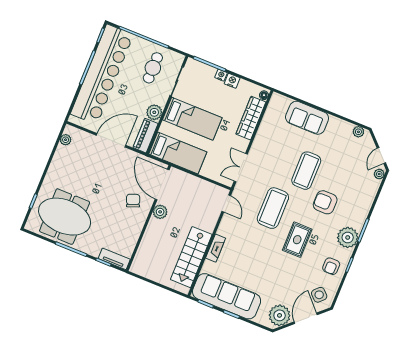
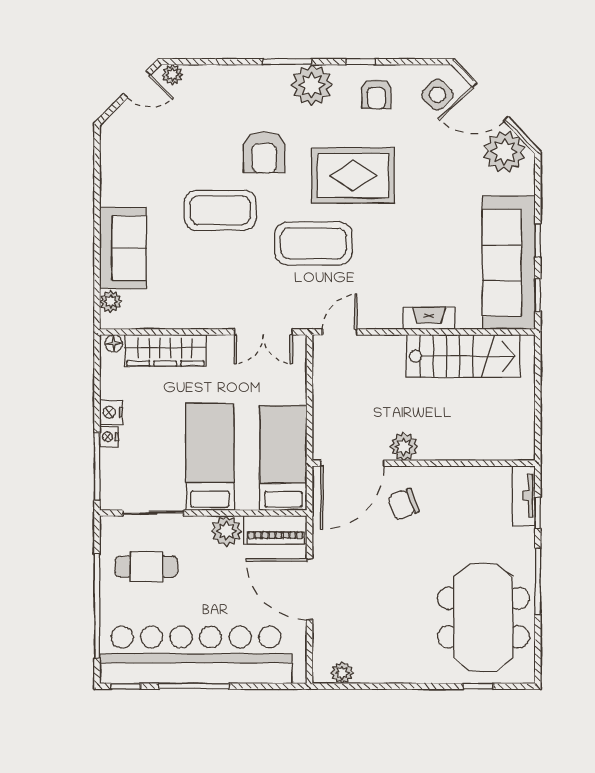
plant: (358, 132) -> (111, 302), moved
rug: (297, 240) -> (353, 176), width x1.36, depth x1.43
armchair: (331, 266) -> (376, 94), turned 90

